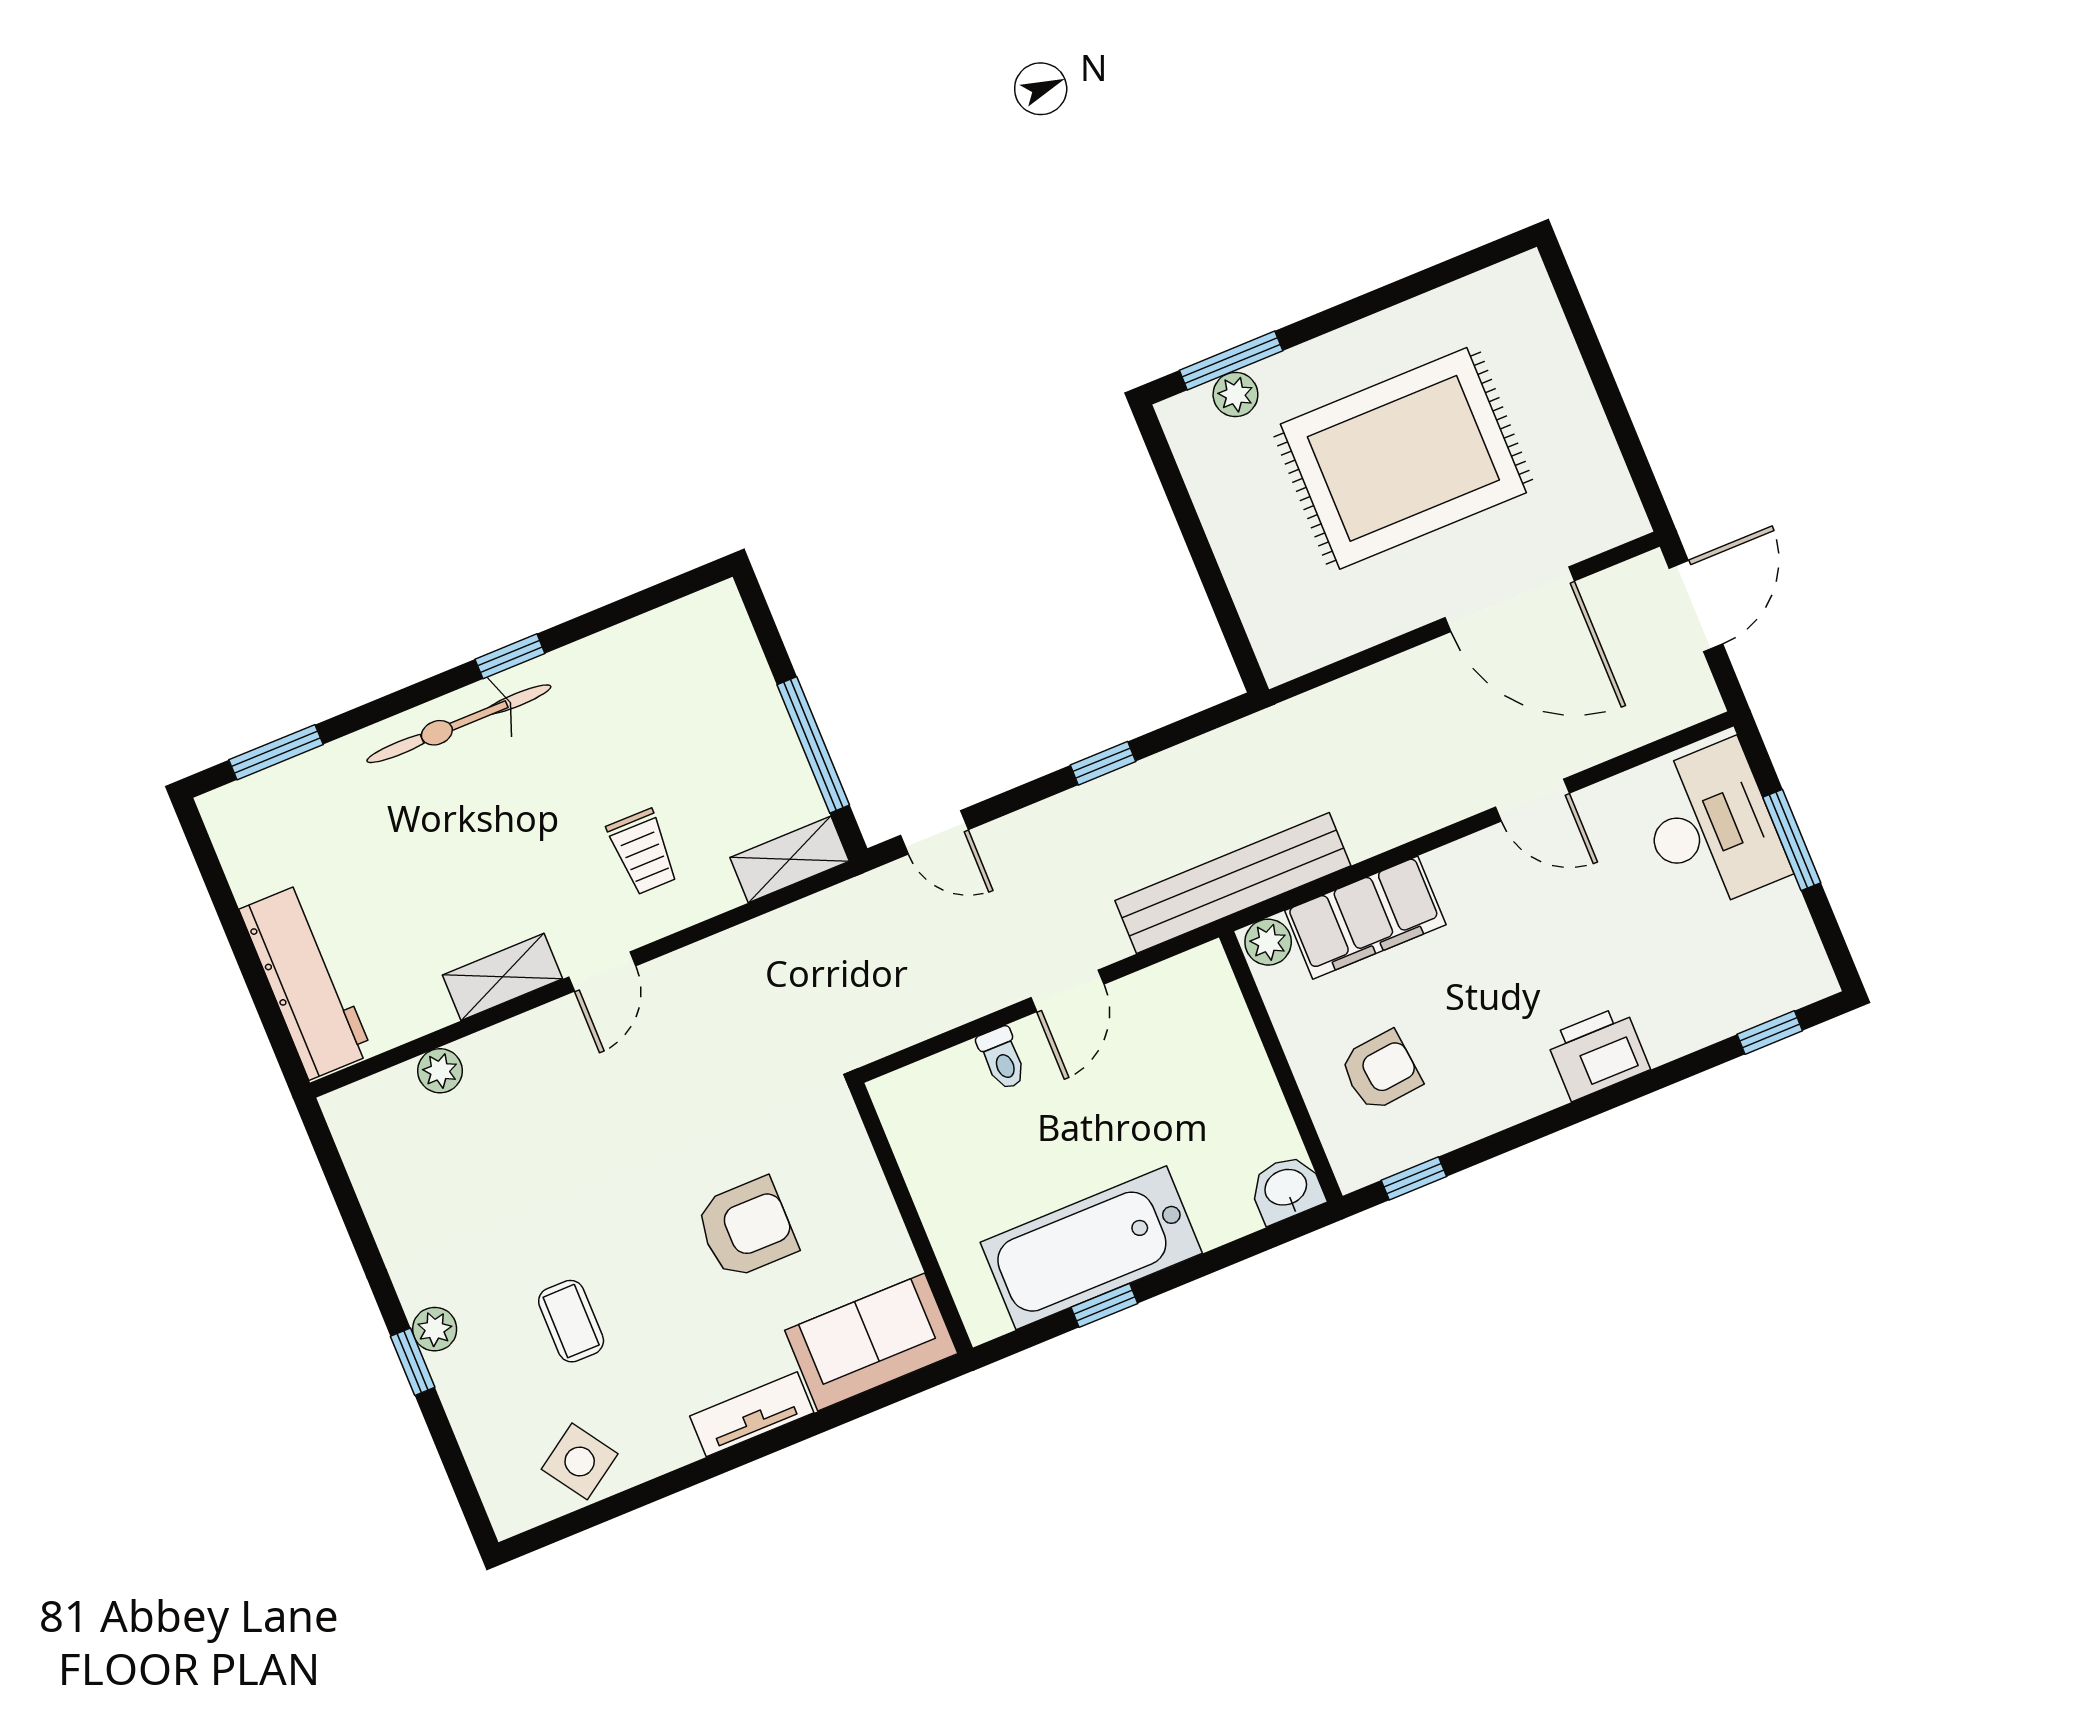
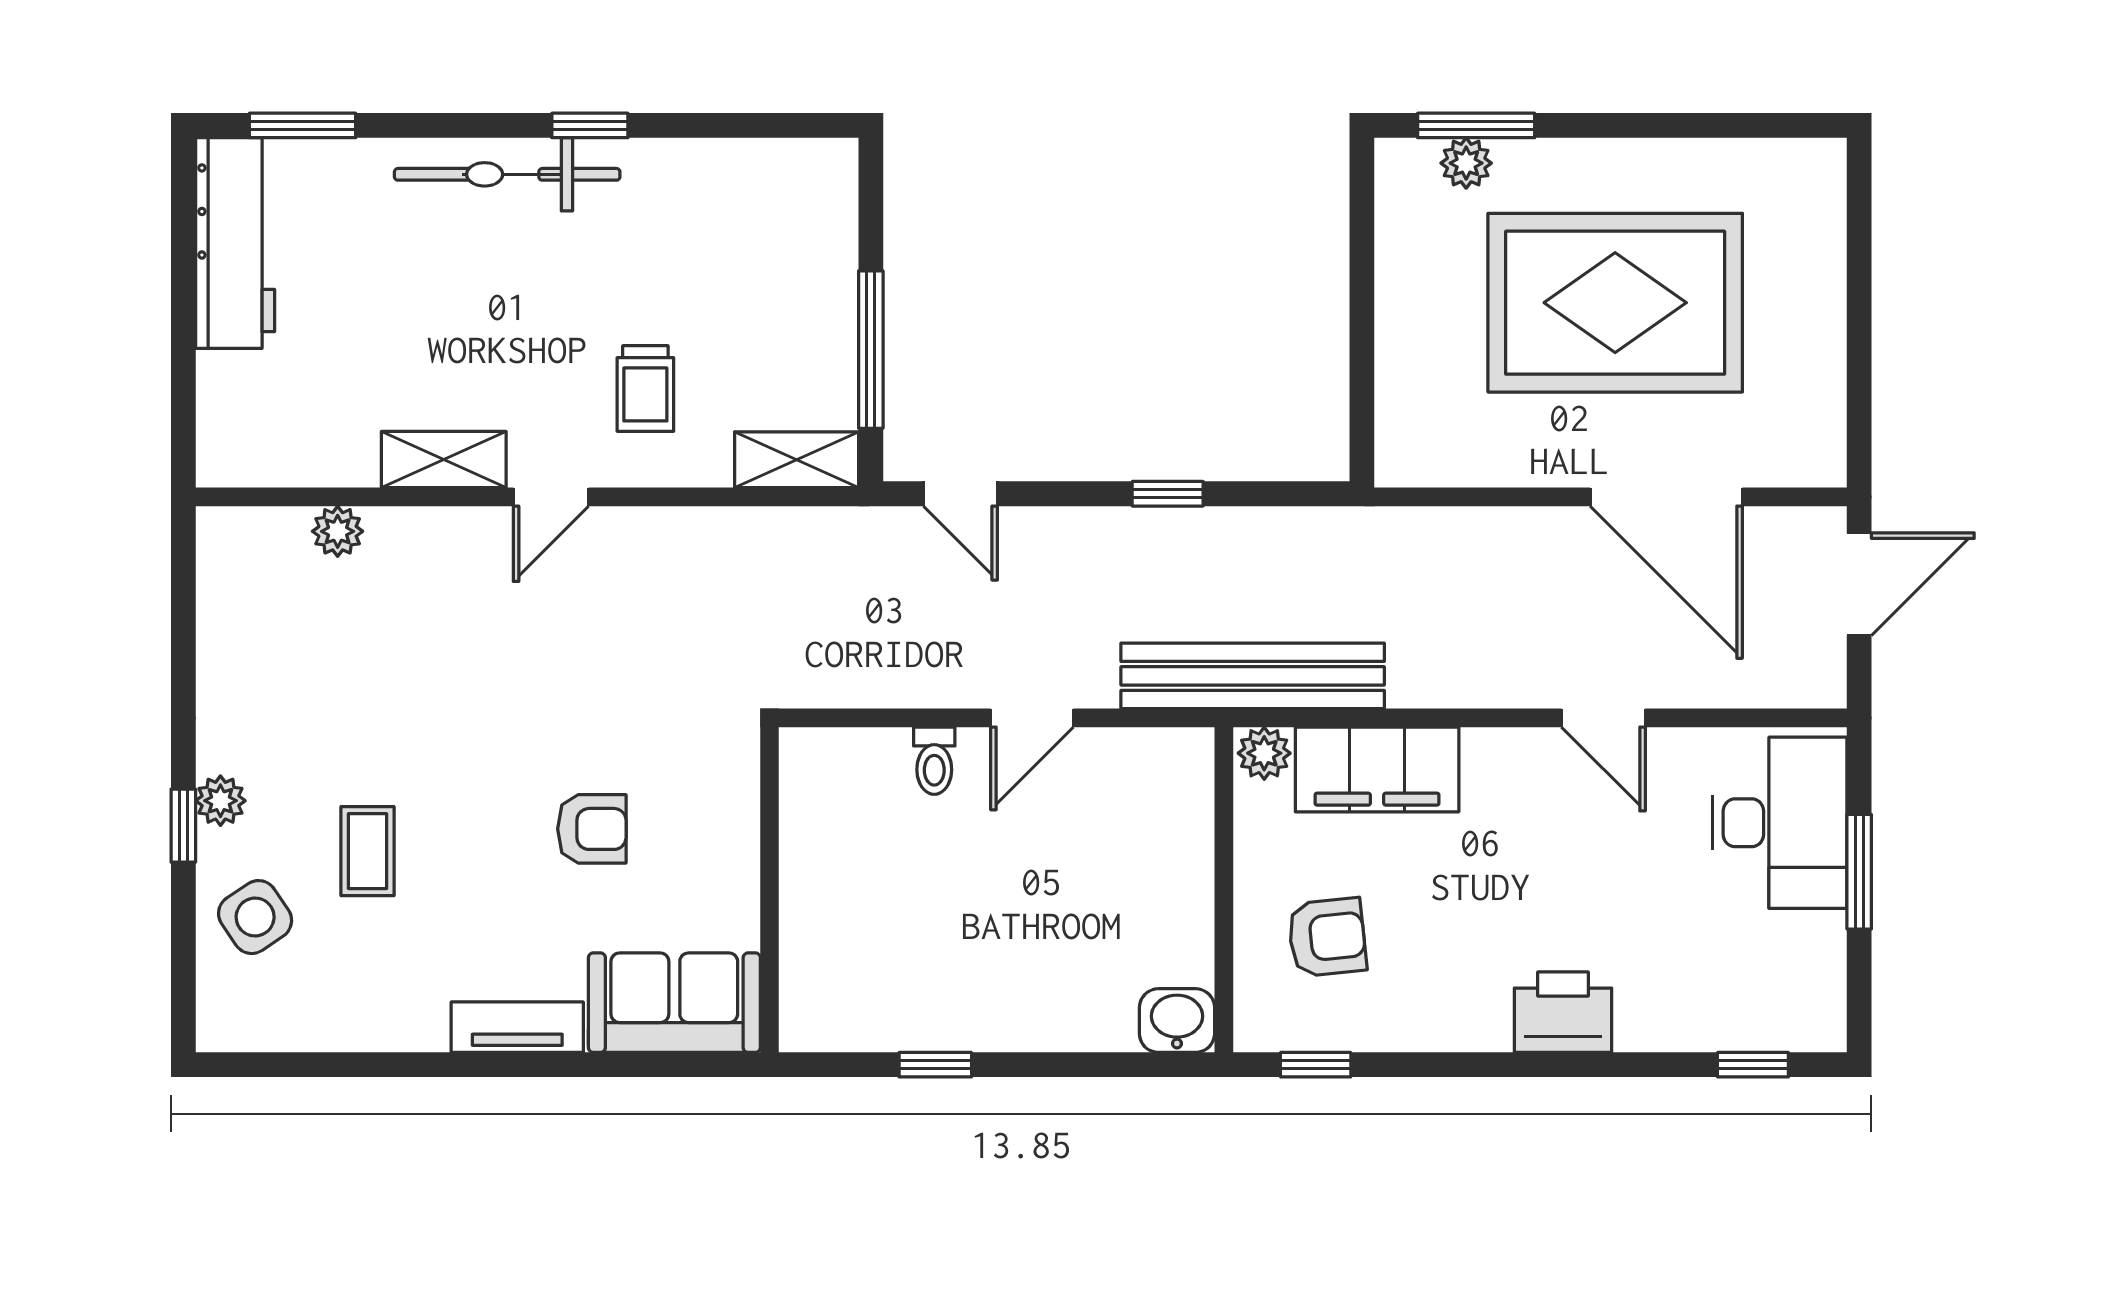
workbench: (306, 982) -> (235, 243), moved
armchair: (746, 1228) -> (592, 829), width x0.72, depth x0.72
bathtub: (1091, 1248) -> (946, 998), removed
side table: (580, 1461) -> (255, 917), moved

